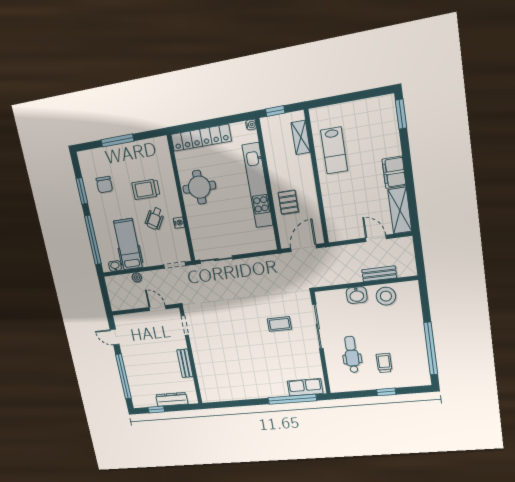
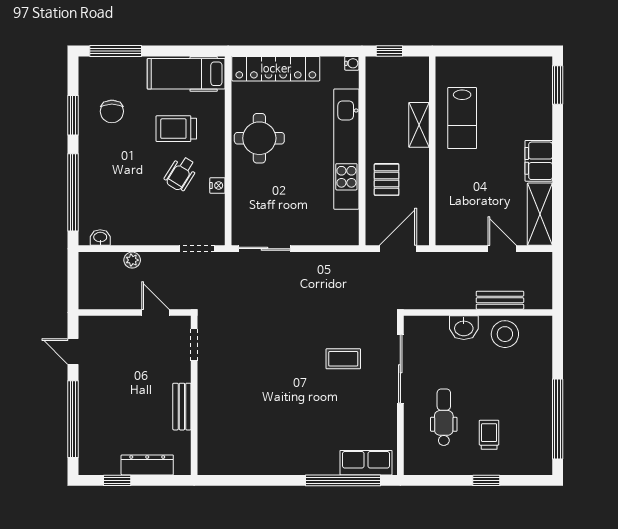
shelving: (301, 137) -> (419, 125), moved
window: (117, 140) -> (116, 51), moved
hospital bed: (128, 244) -> (186, 74), moved, turned -90

